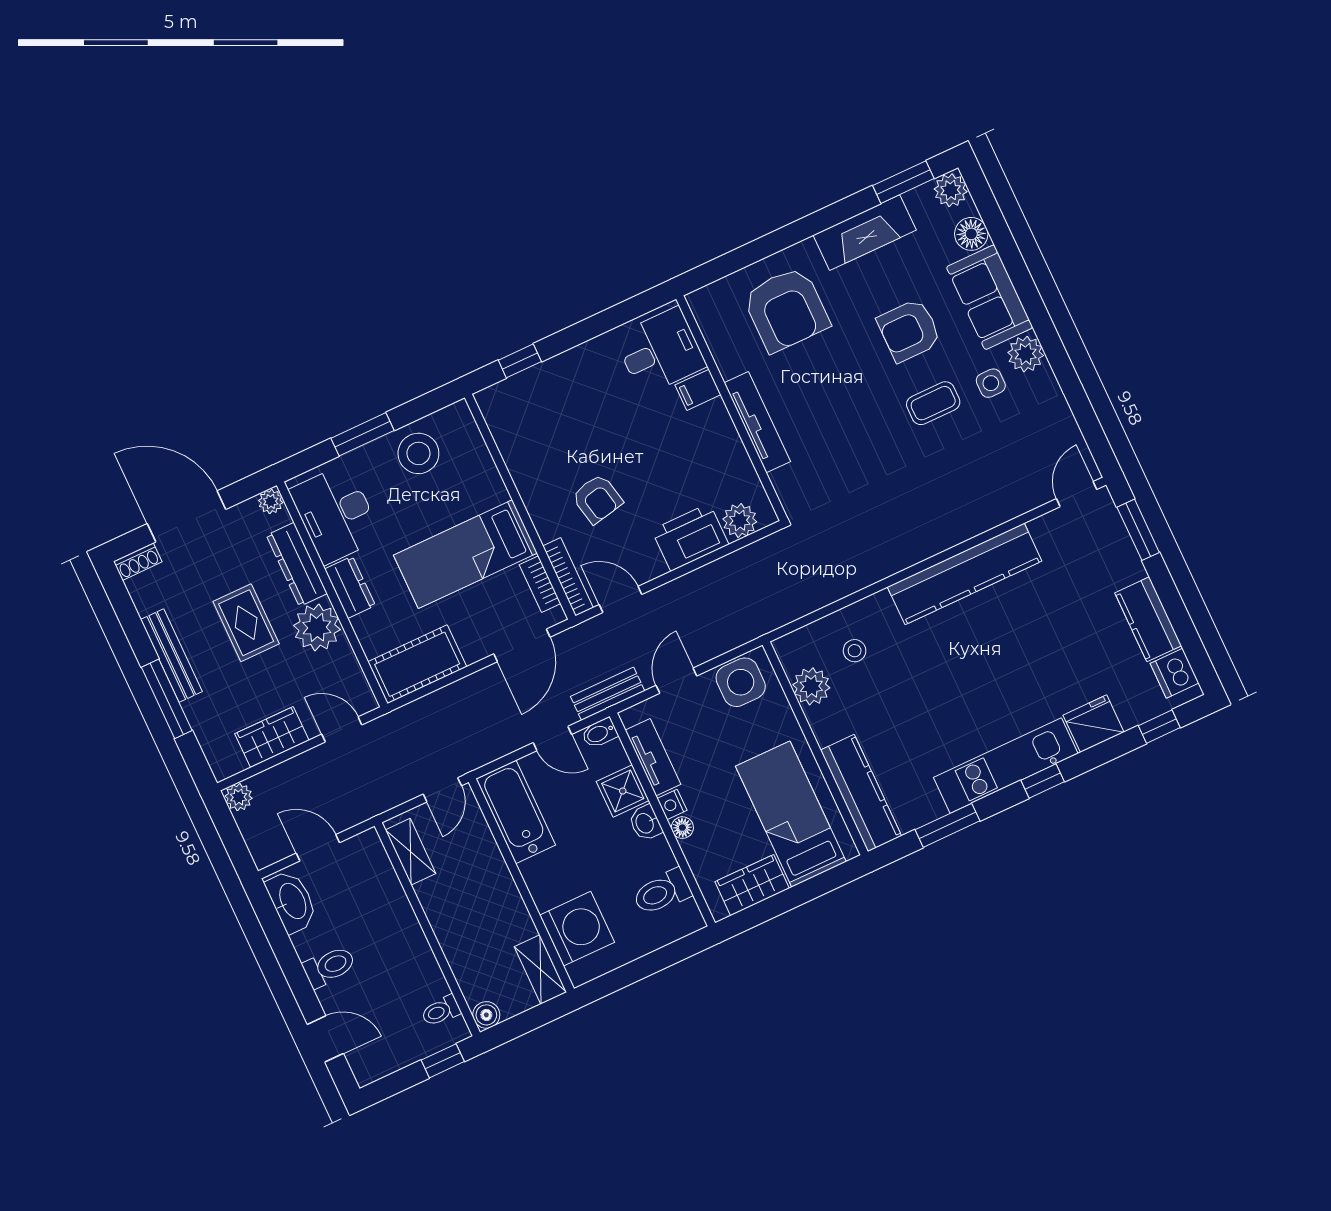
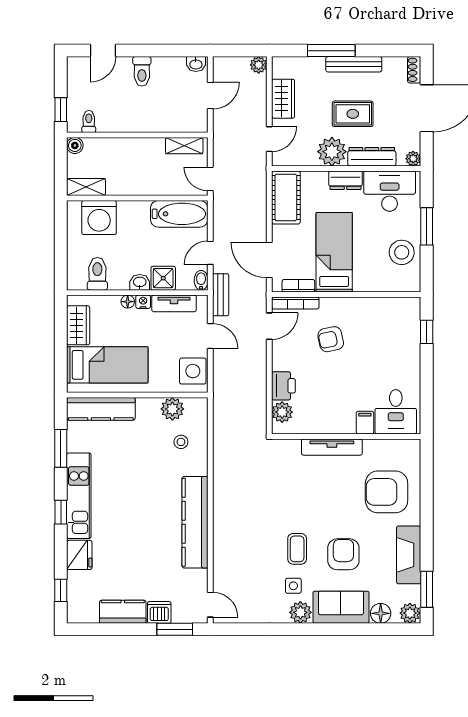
printer: (690, 537) -> (283, 386), width x0.73, depth x0.84
dishwasher: (1174, 673) -> (159, 612), moved
washbasin: (292, 901) -> (196, 64), width x0.52, depth x0.69

